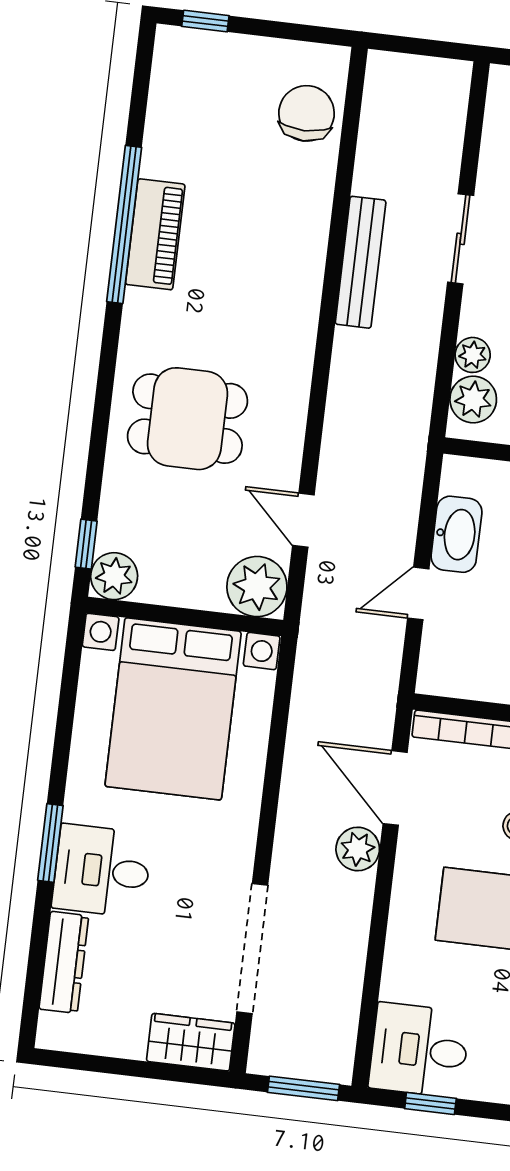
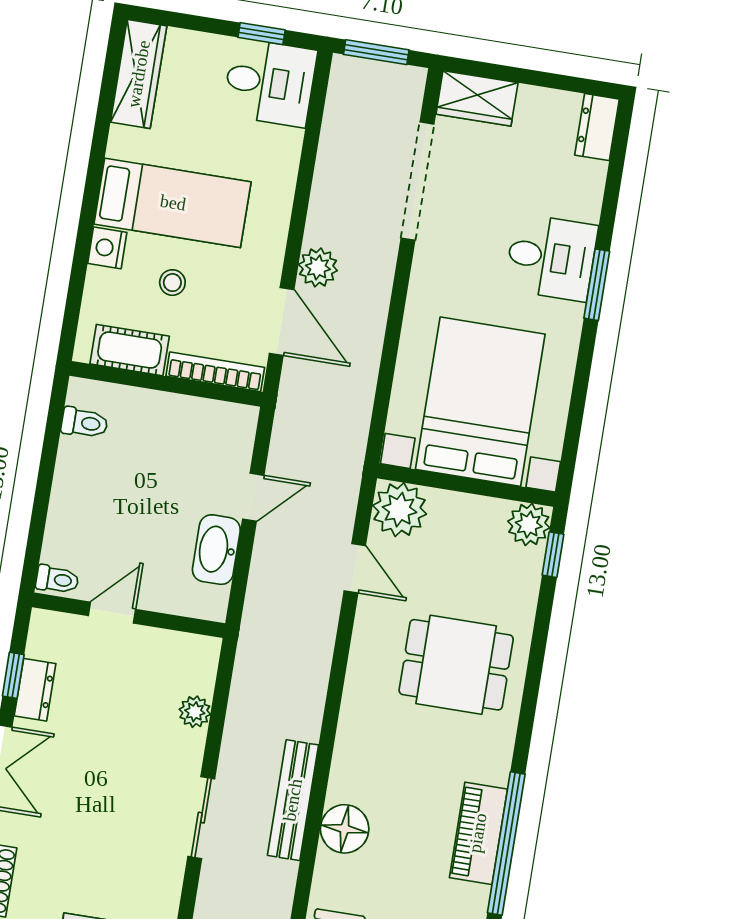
floor lamp: (303, 233) -> (345, 829), added
plant: (473, 399) -> (196, 671), removed
dresser: (64, 962) -> (597, 127), moved, width x0.70

